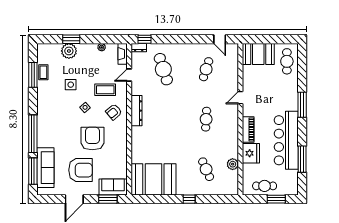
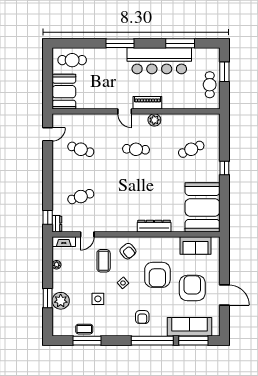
cafe table: (163, 69) -> (81, 197), width x0.73, depth x0.74
door: (129, 75) -> (87, 234), hinge flipped
door: (240, 98) -> (125, 111), moved
dresser: (136, 111) -> (154, 226), moved
armchair: (54, 125) -> (142, 317), added
armchair: (92, 139) -> (157, 275), turned -90
fridge: (251, 153) -> (174, 100), removed
plant: (233, 164) -> (154, 120), moved
sofa: (113, 187) -> (196, 246), moved, turned -90
window: (108, 199) -> (224, 258), removed

